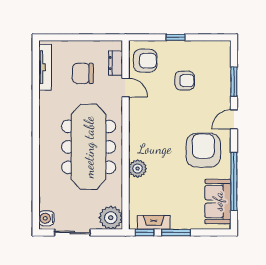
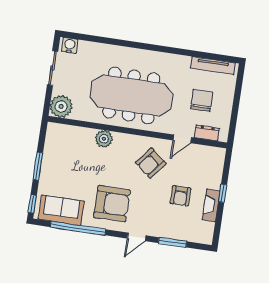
armchair: (145, 61) -> (151, 163), moved, turned 39
door: (234, 119) -> (137, 237), swing flipped
fireplace: (154, 222) -> (211, 205), moved, turned 180
window: (145, 232) -> (32, 204), moved

